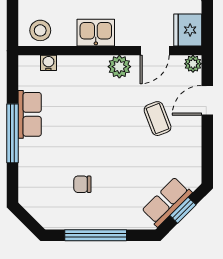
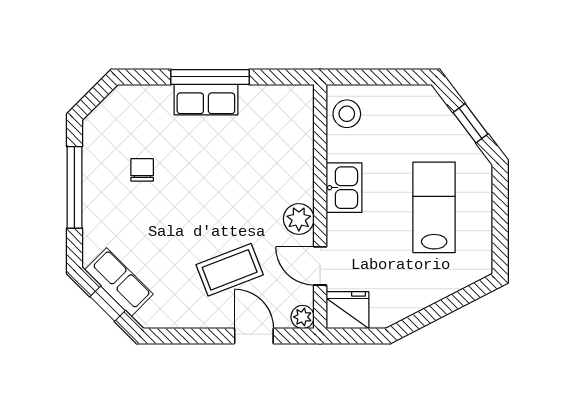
water cooler: (48, 63) -> (304, 125), removed
row of seats: (30, 114) -> (206, 100), moved
coffee table: (158, 119) -> (230, 270), width x1.36, depth x1.30

